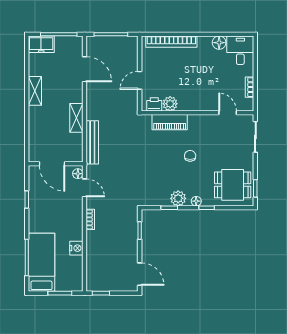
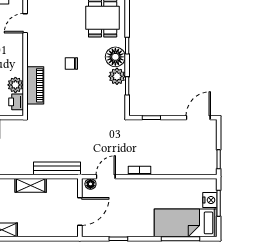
floor lamp: (196, 201) -> (115, 57), width x1.89, depth x1.89
nightstand: (76, 248) -> (210, 200), moved, turned 90

